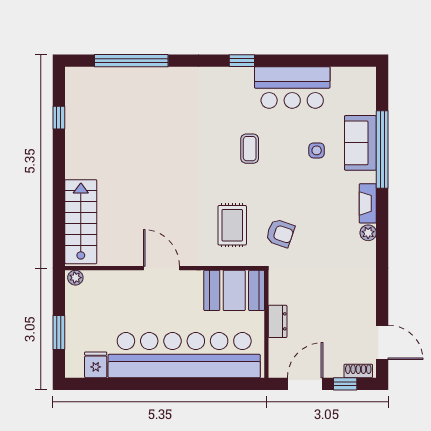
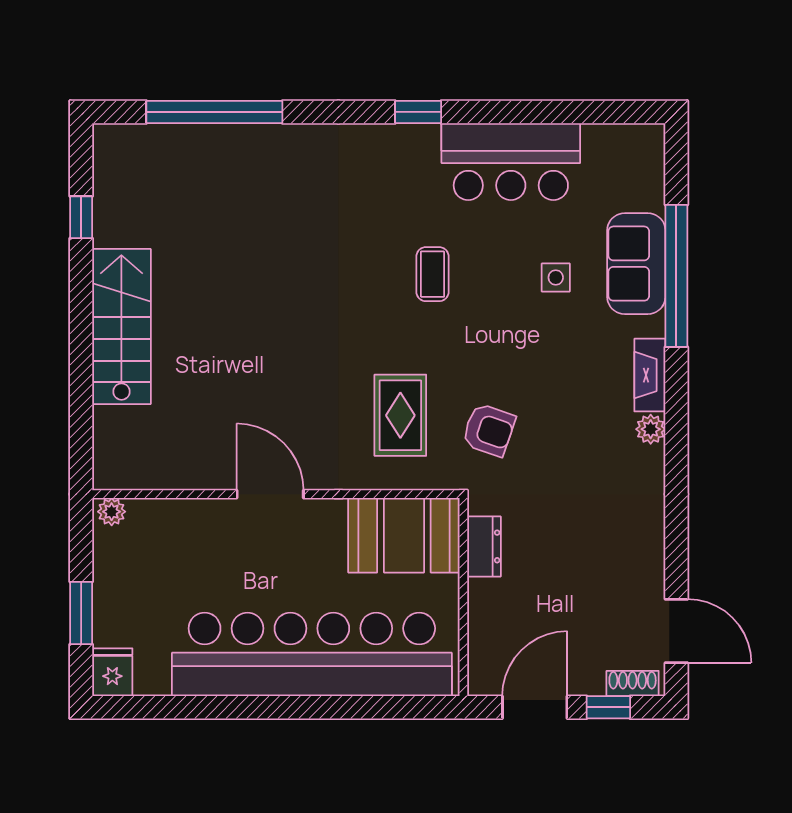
stairs: (81, 222) -> (121, 326), moved
dresser: (278, 321) -> (484, 546), moved
fridge: (96, 365) -> (112, 672), moved

